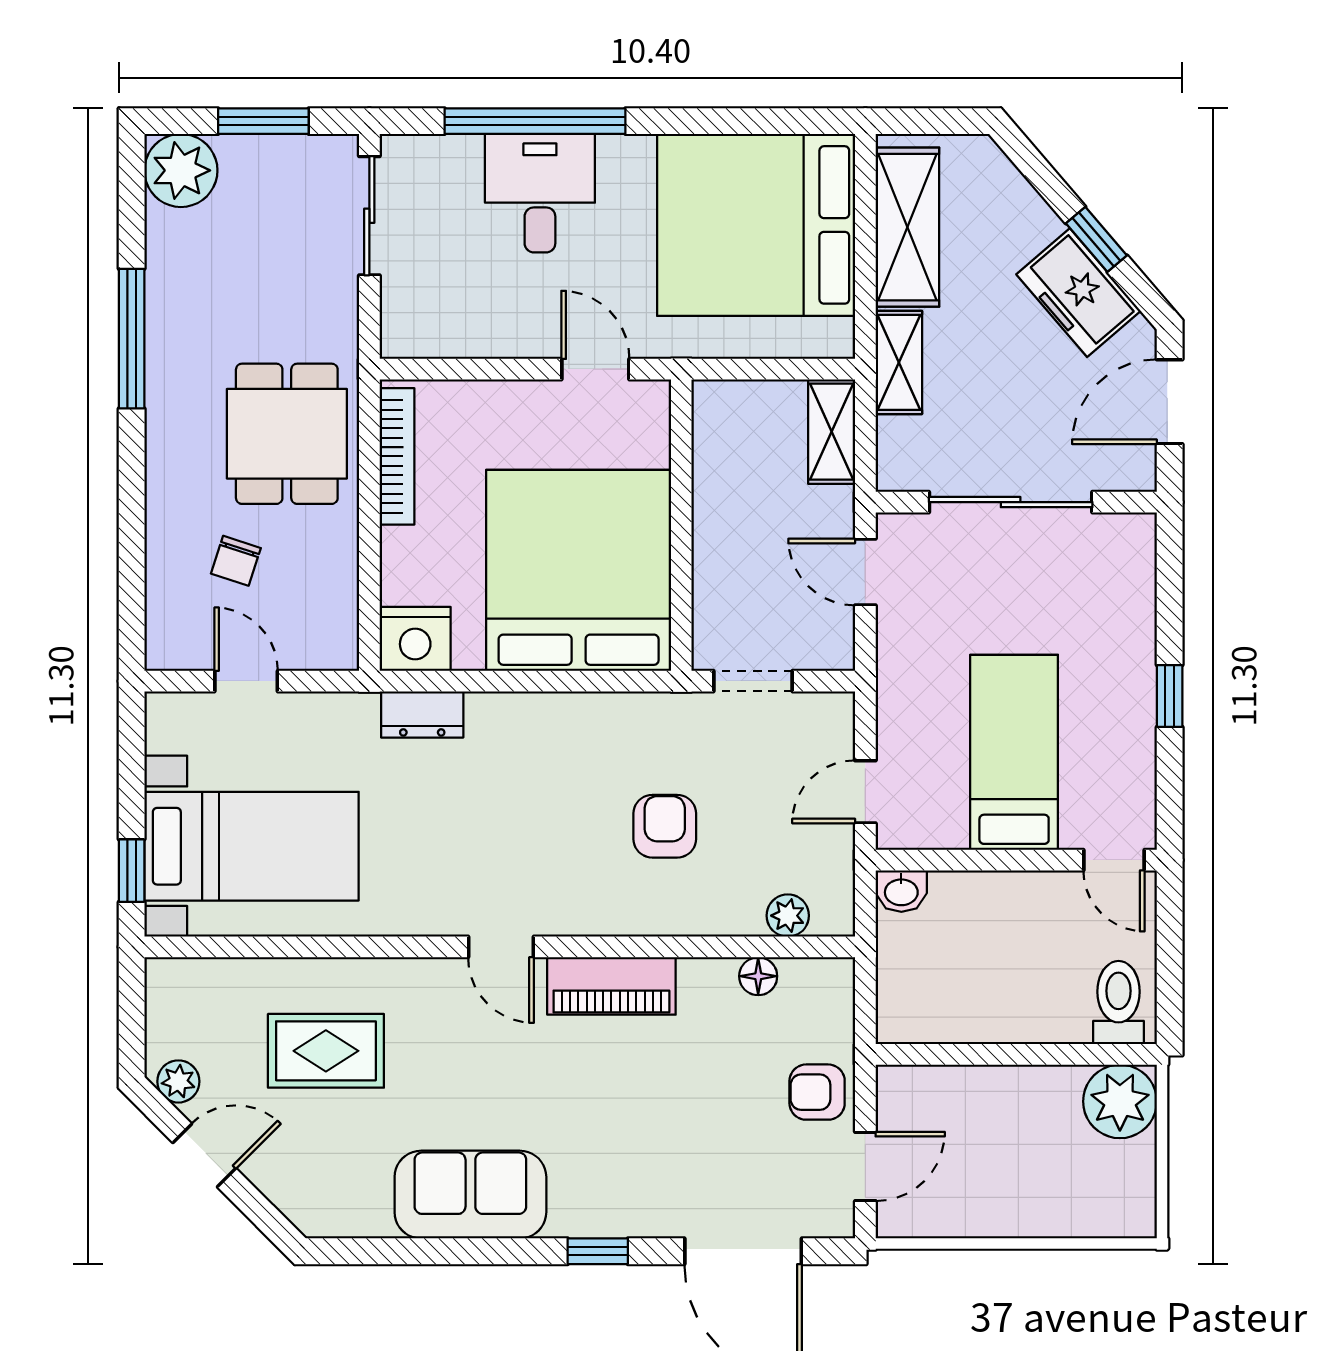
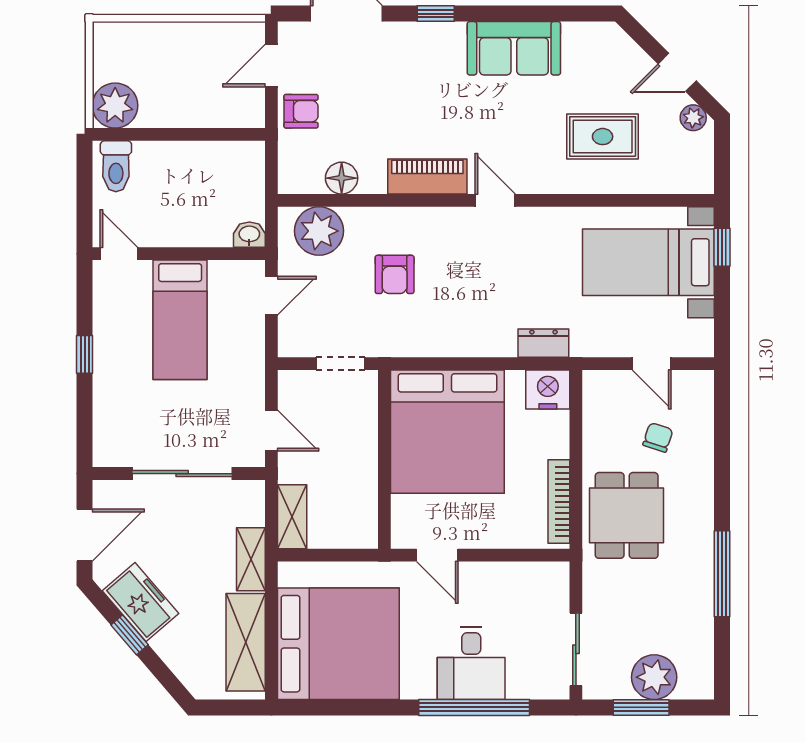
plant: (181, 170) -> (654, 677), moved
plant: (788, 916) -> (319, 231), width x1.87, depth x1.87
floor lamp: (758, 976) -> (342, 178), width x1.37, depth x1.37

